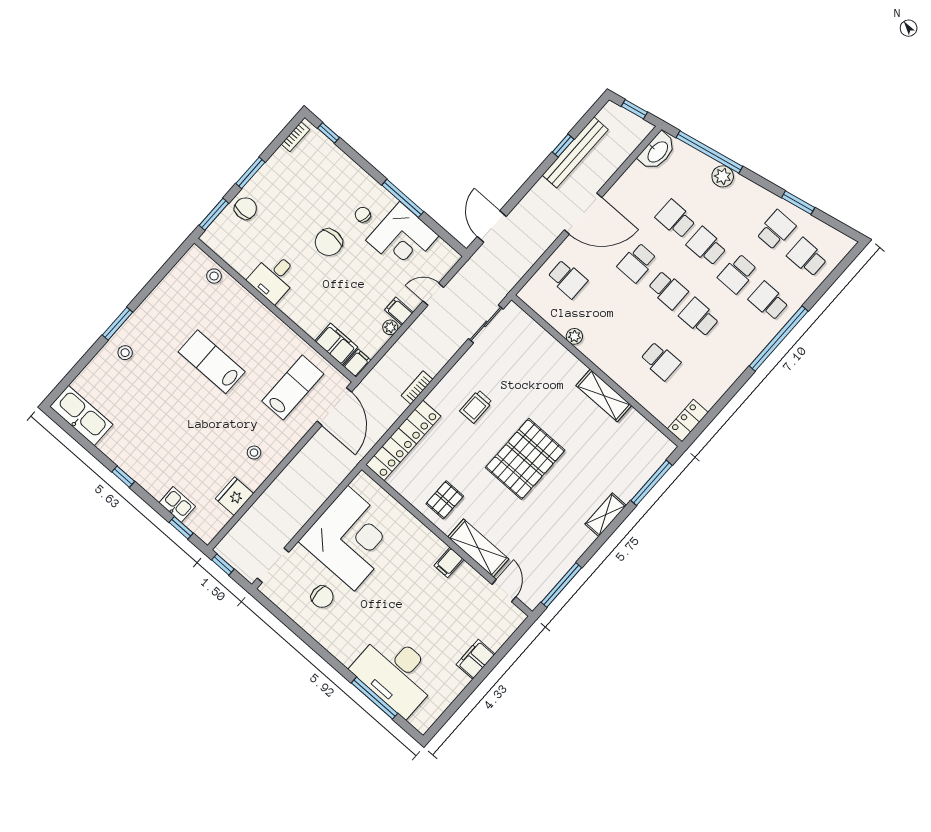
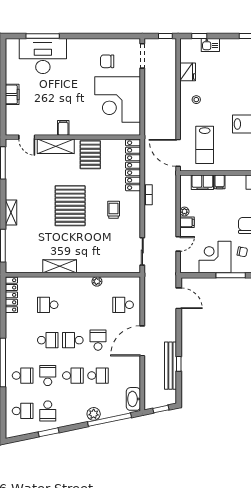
filing cabinet: (357, 363) -> (220, 182), moved
locker: (688, 421) -> (11, 295), width x1.53
pallet: (445, 500) -> (90, 155), width x1.50, depth x1.42

